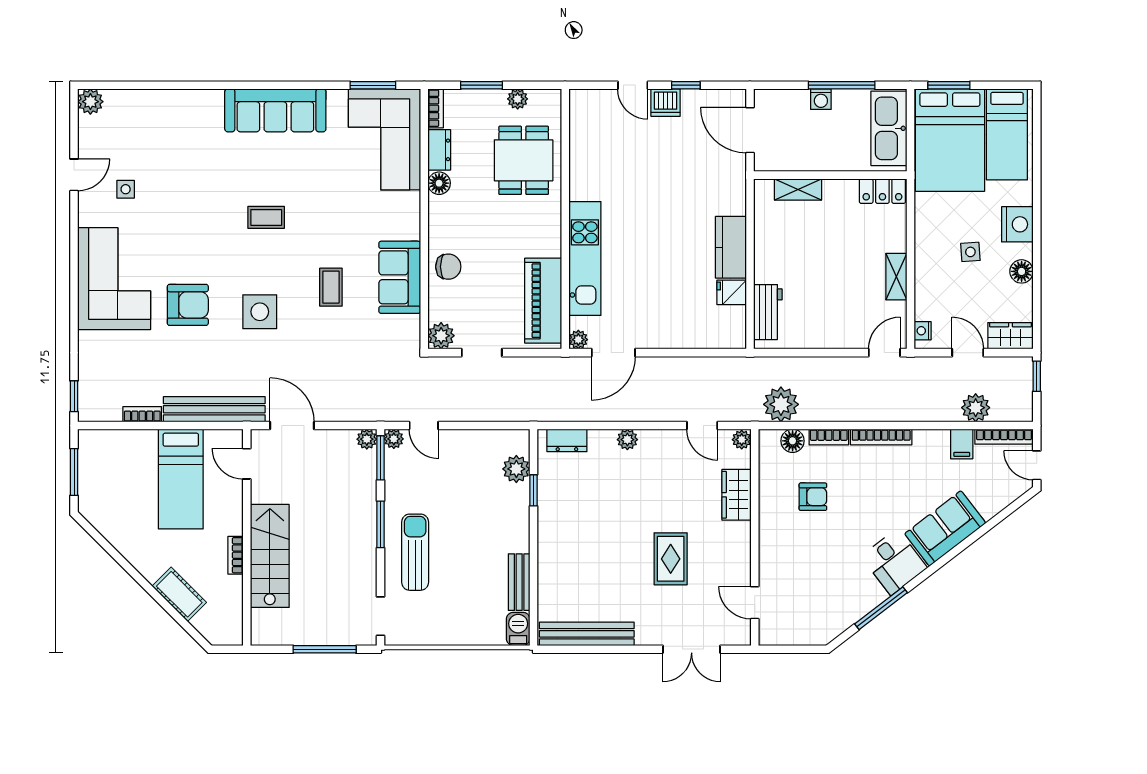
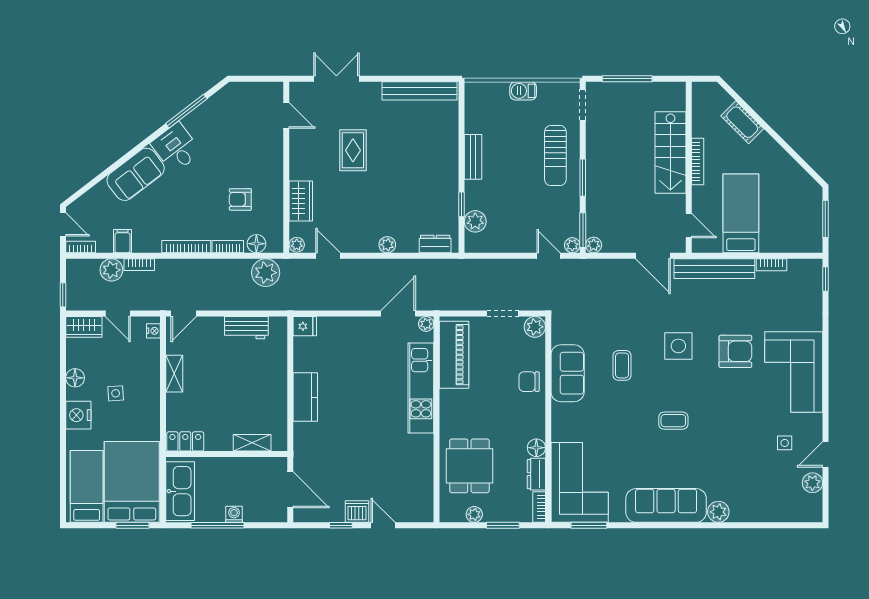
plant: (90, 102) -> (812, 483), moved
plant: (209, 102) -> (718, 512), added
fridge: (732, 292) -> (305, 326), moved
armchair: (188, 305) -> (735, 351), turned 180
workbench: (768, 312) -> (246, 328), moved, turned -90
bookcase: (941, 414) -> (139, 265), added
bookcase: (1004, 437) -> (81, 247), width x0.64
bookcase: (236, 555) -> (698, 161), width x1.56
bench: (519, 582) -> (473, 157), moved
barbecue: (518, 629) -> (523, 91), moved, turned 90

